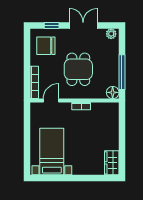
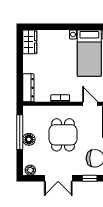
floor lamp: (113, 92) -> (29, 139), moved
door: (51, 101) -> (90, 104), swing flipped
dresser: (113, 117) -> (28, 88), added

